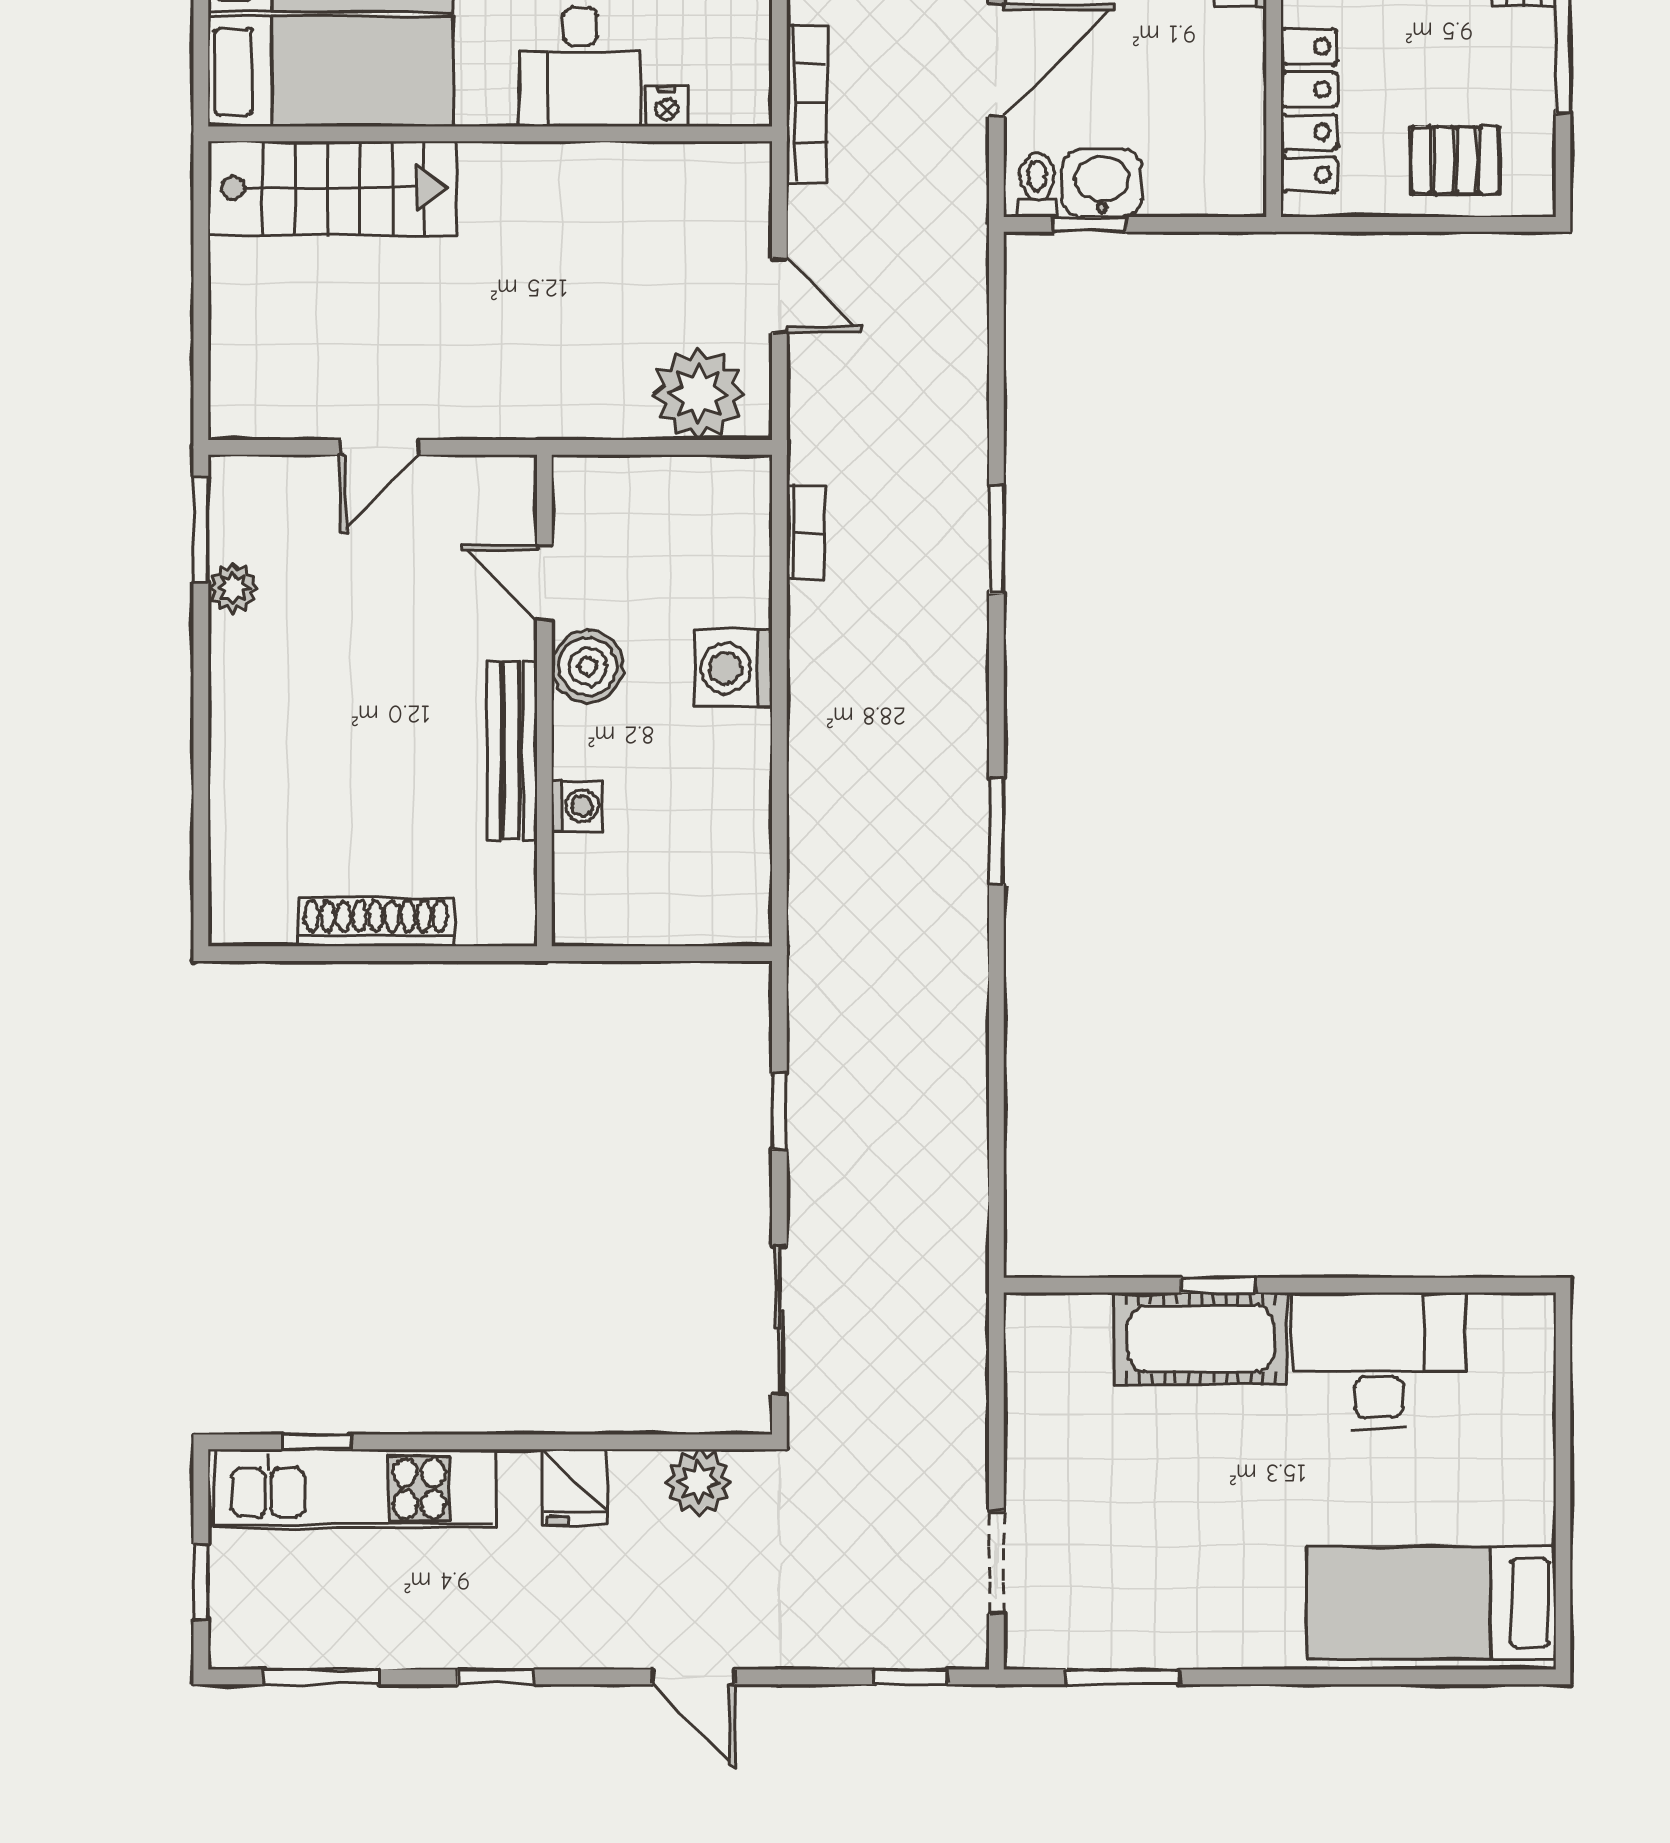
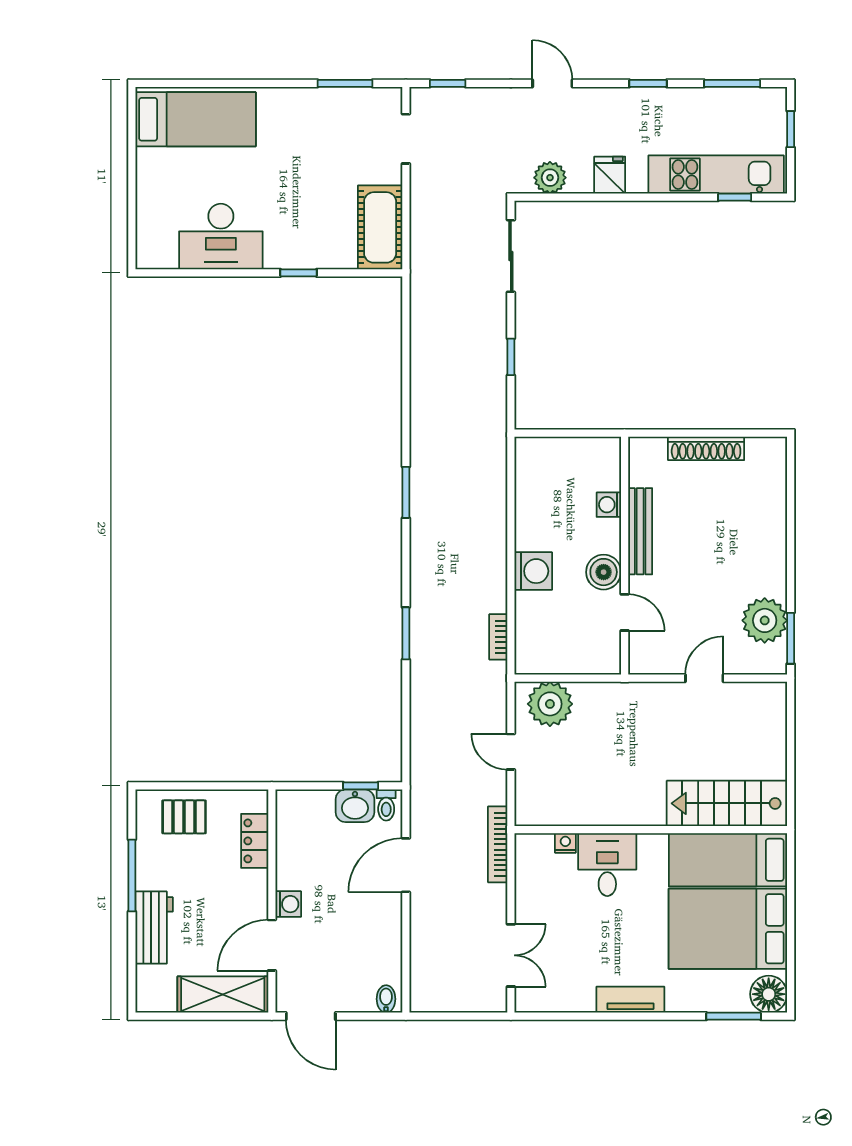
locker: (1309, 111) -> (255, 841), width x0.66
plant: (233, 588) -> (765, 620), width x1.88, depth x1.88
cot: (1201, 1338) -> (380, 227), moved, turned 90

